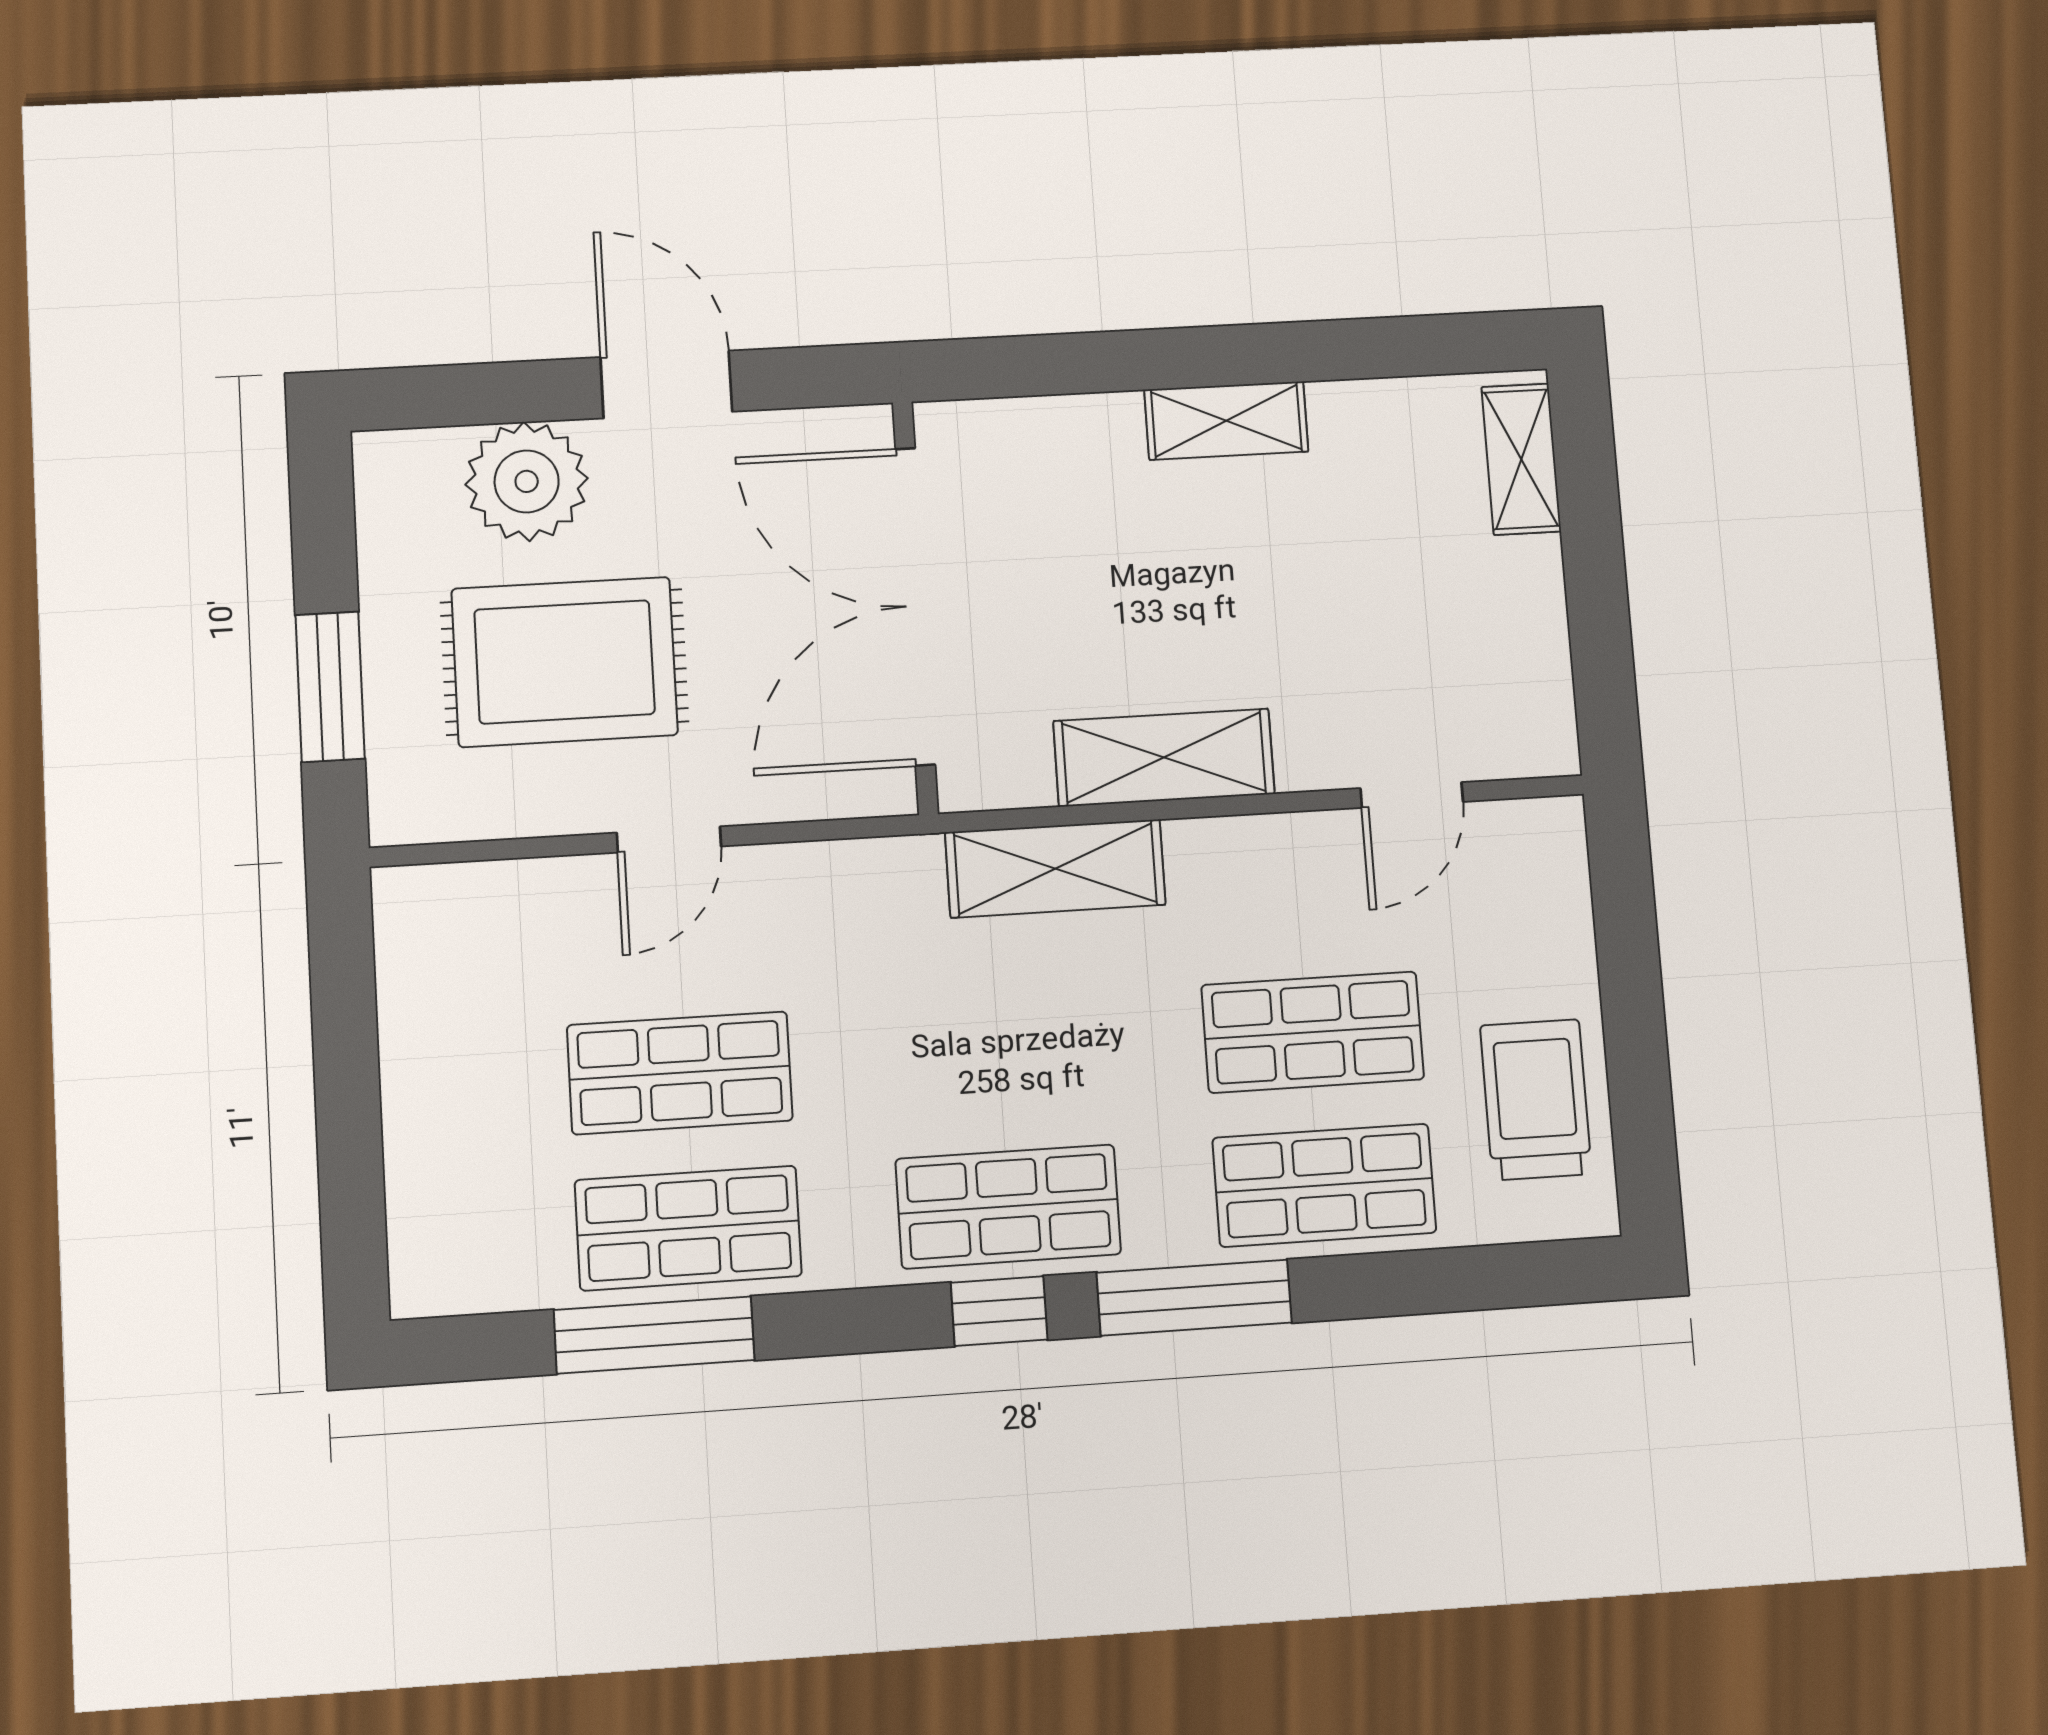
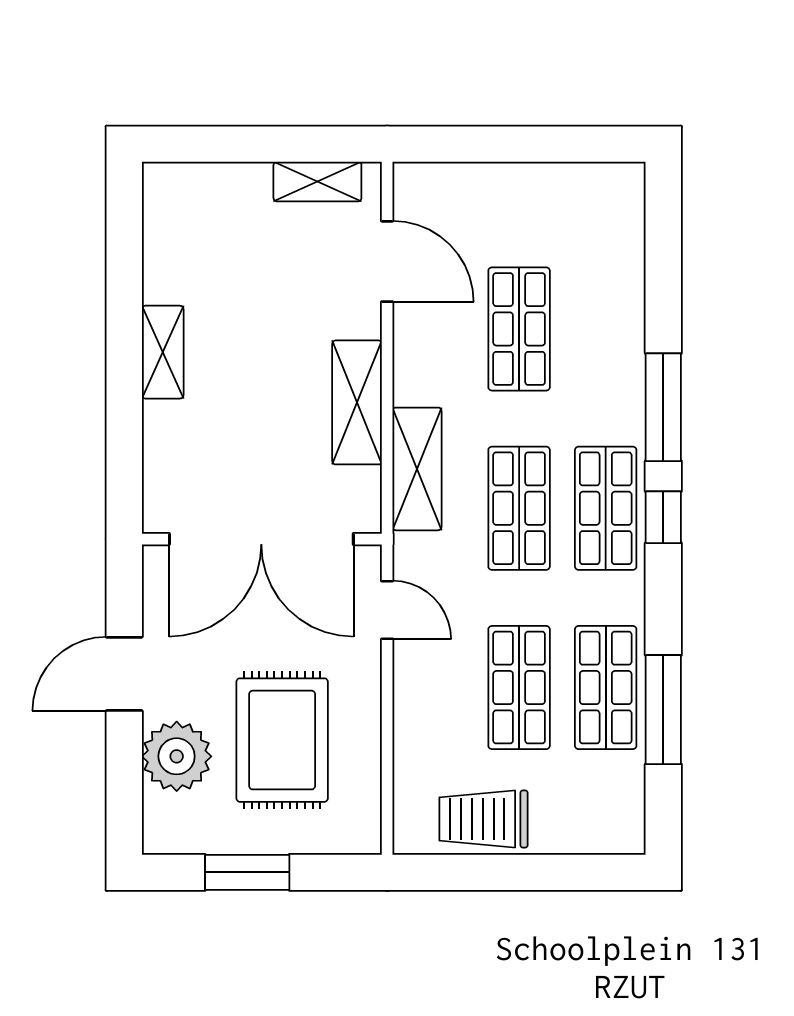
shelving: (1521, 459) -> (317, 182), moved
window: (330, 687) -> (247, 872), moved
door: (1412, 795) -> (387, 261), width x1.38
door: (669, 840) -> (387, 610), moved
trolley: (1536, 1100) -> (483, 819), moved
shop shelf: (1324, 1185) -> (519, 508), moved

